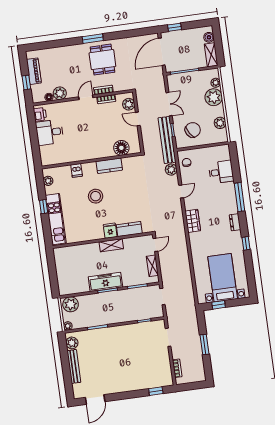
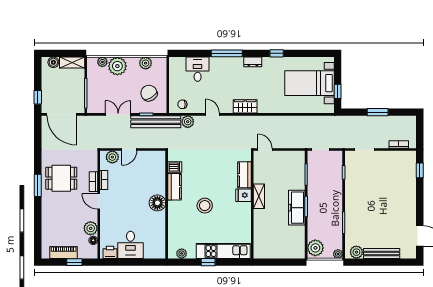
floor lamp: (121, 148) -> (157, 203), moved
dishwasher: (77, 170) -> (175, 167), moved
shelving: (152, 266) -> (287, 156), removed

